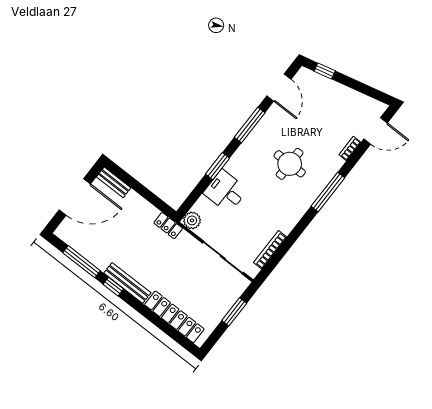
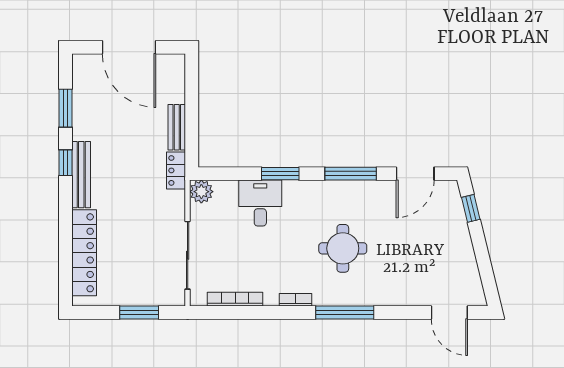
bookcase: (350, 148) -> (296, 300), moved
bench: (114, 182) -> (177, 127), moved
window: (81, 262) -> (66, 108), width x0.69

